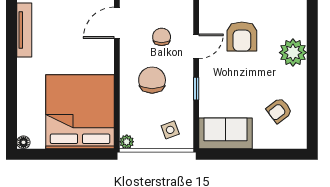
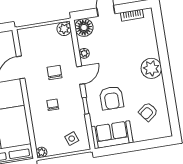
plant: (206, 18) -> (84, 53), added
armchair: (242, 36) -> (111, 98), moved
chair: (152, 80) -> (53, 105), width x0.54, depth x0.54

